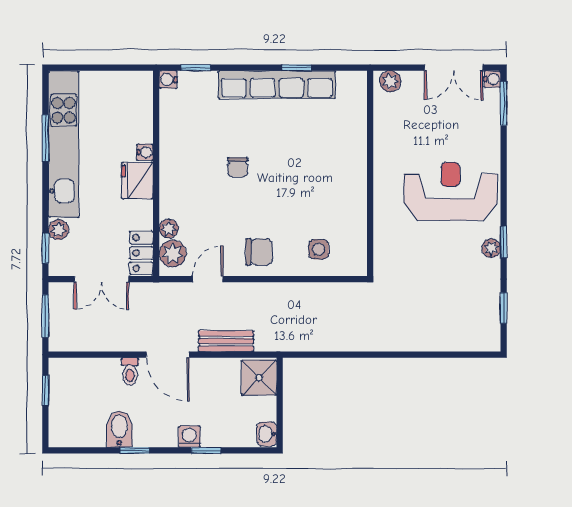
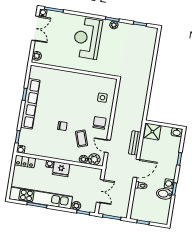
coffee table: (216, 216) -> (81, 139), added
locker: (141, 253) -> (25, 161), moved
washing machine: (189, 437) -> (169, 184), moved

